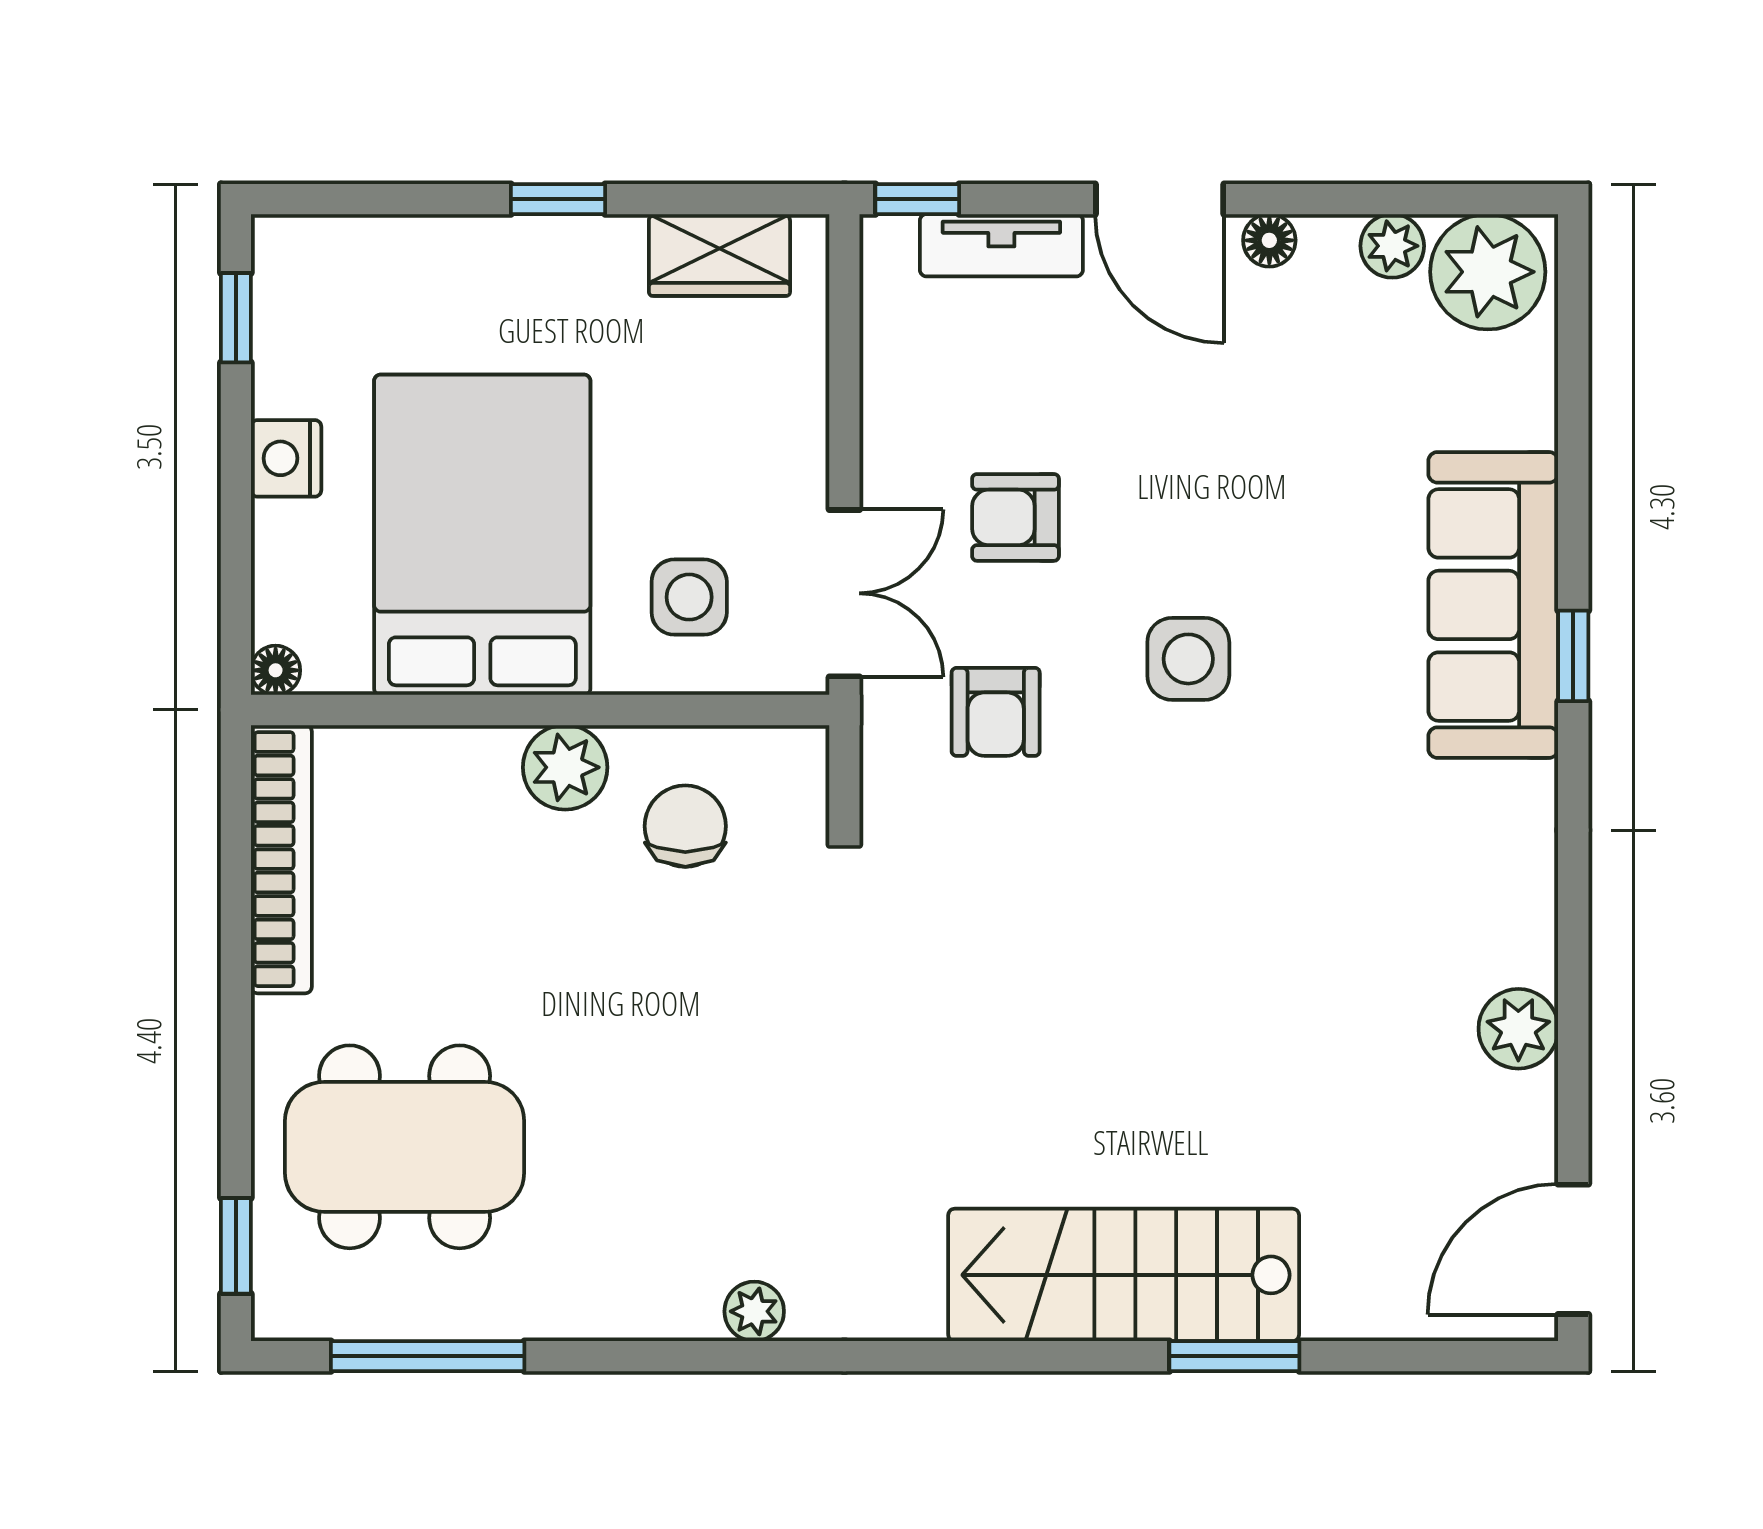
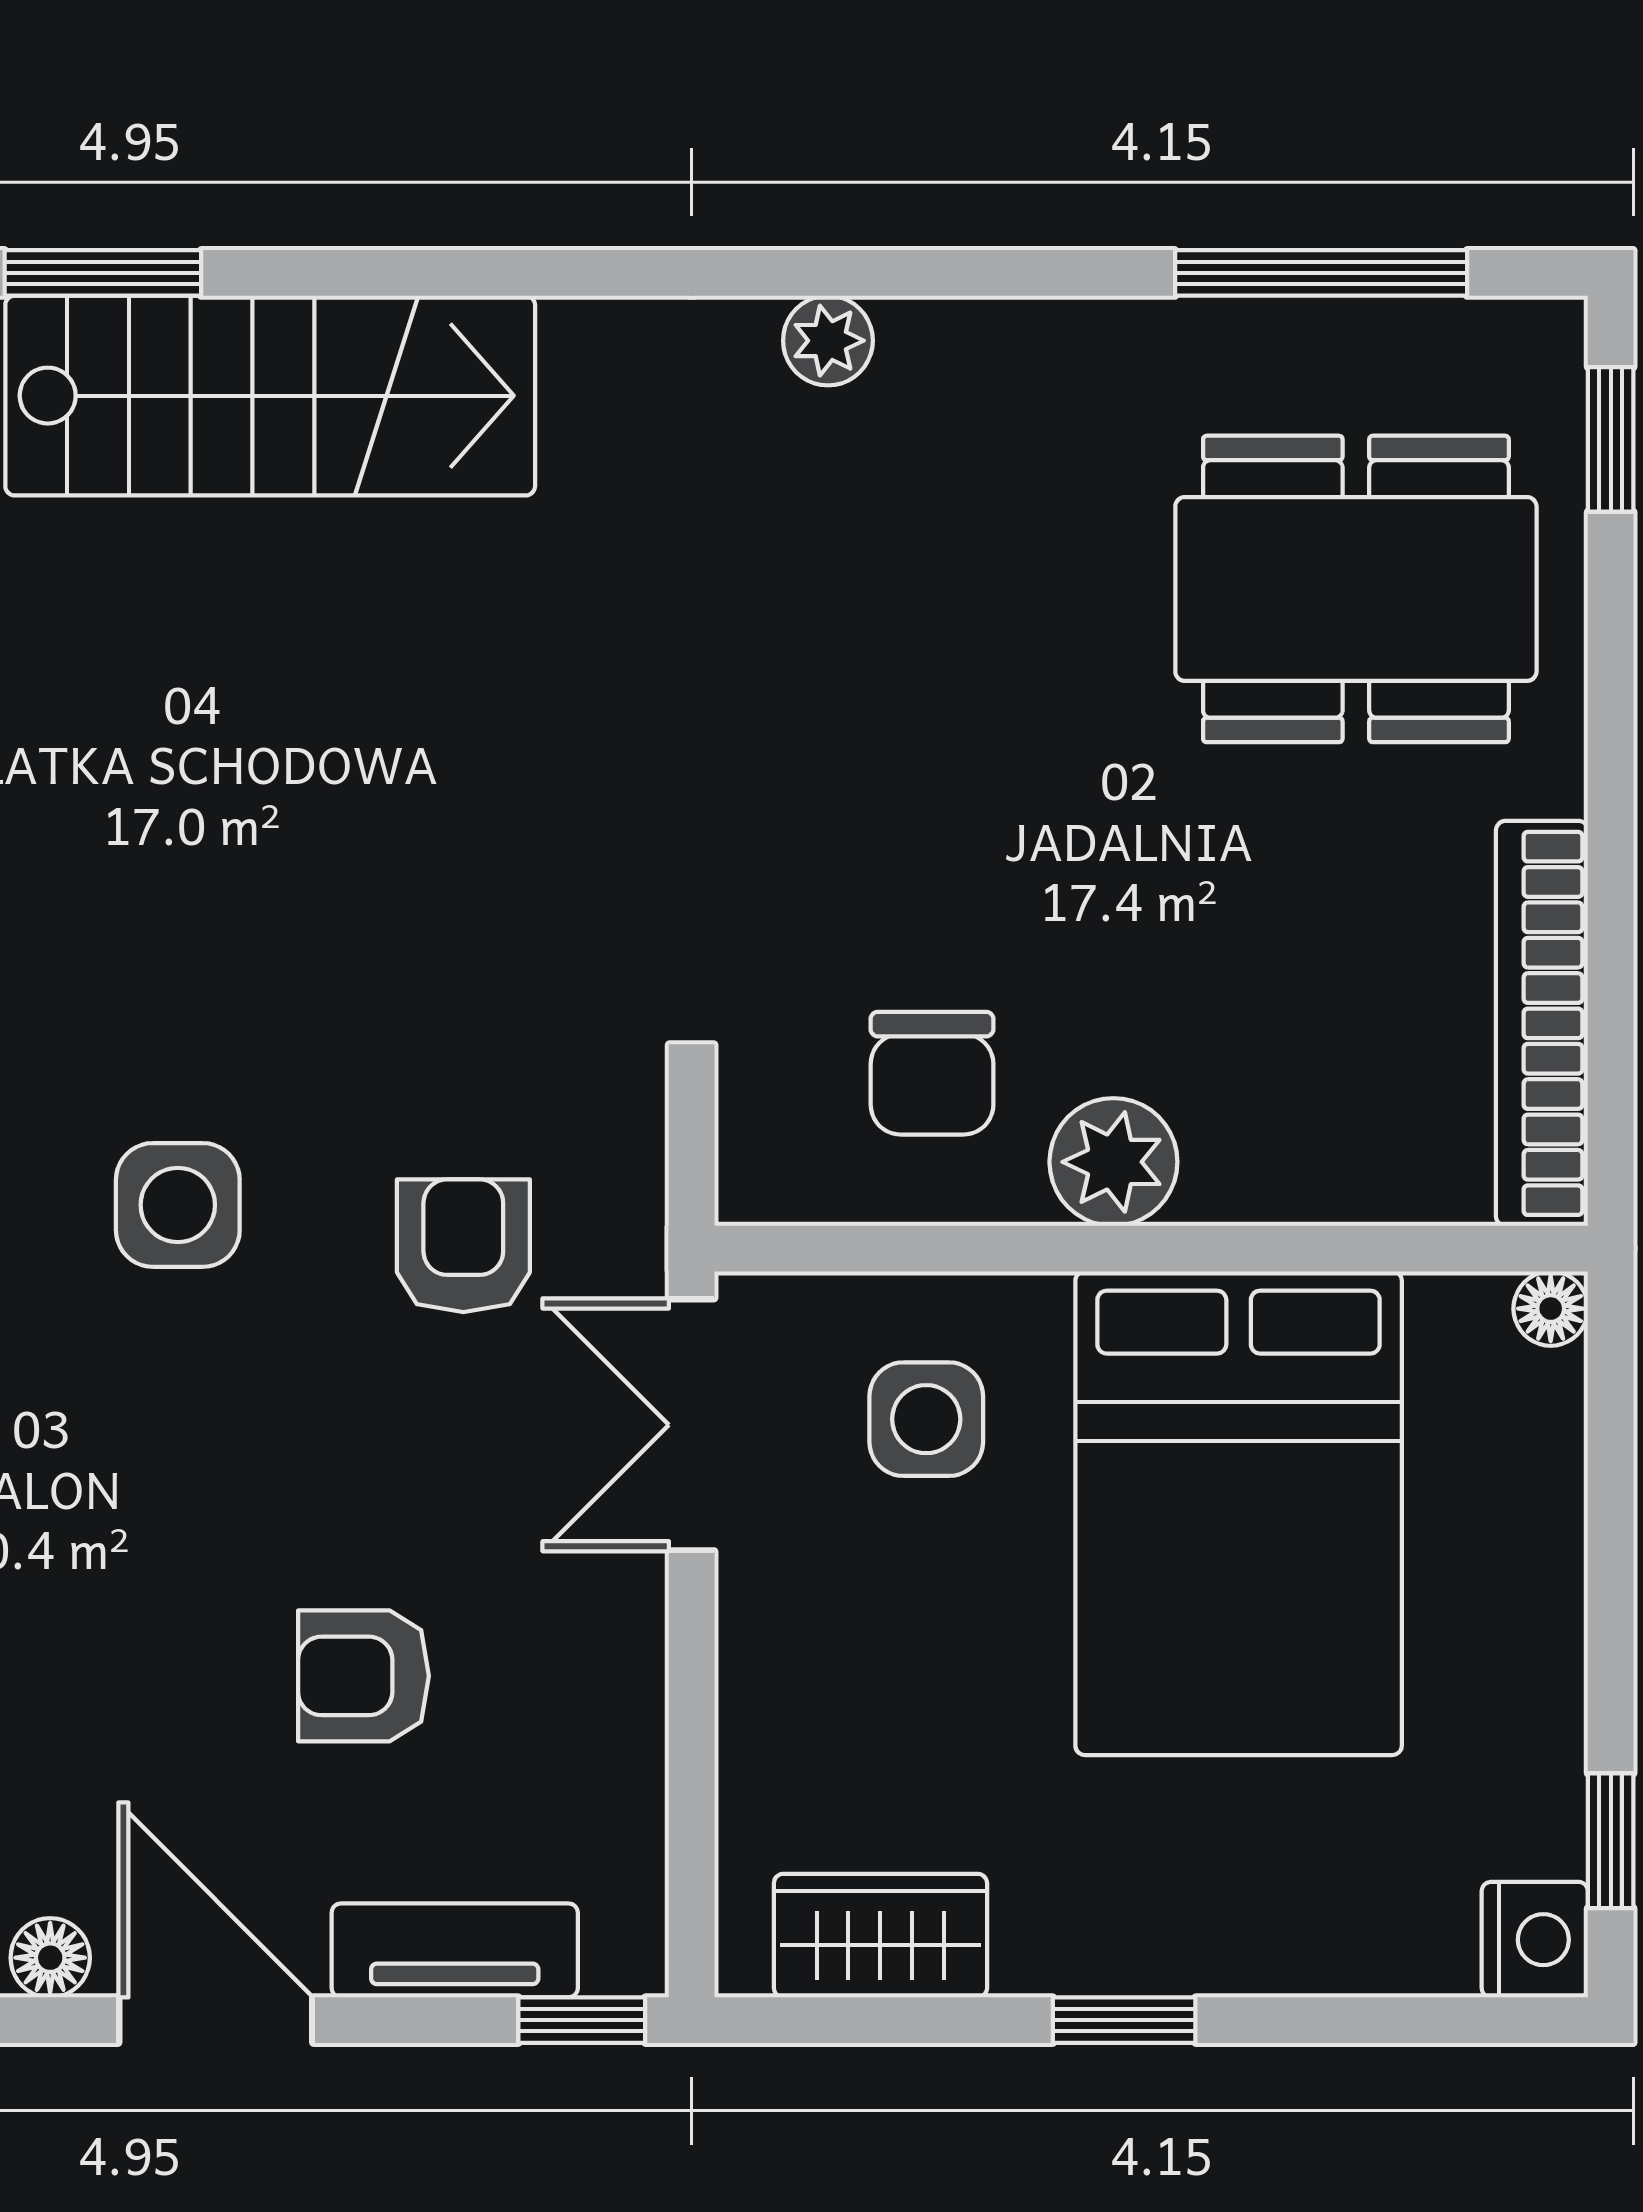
nightstand: (286, 458) -> (1535, 1940), moved
armchair: (1015, 517) -> (364, 1676), moved, turned 180
side table: (1188, 659) -> (178, 1205), moved

